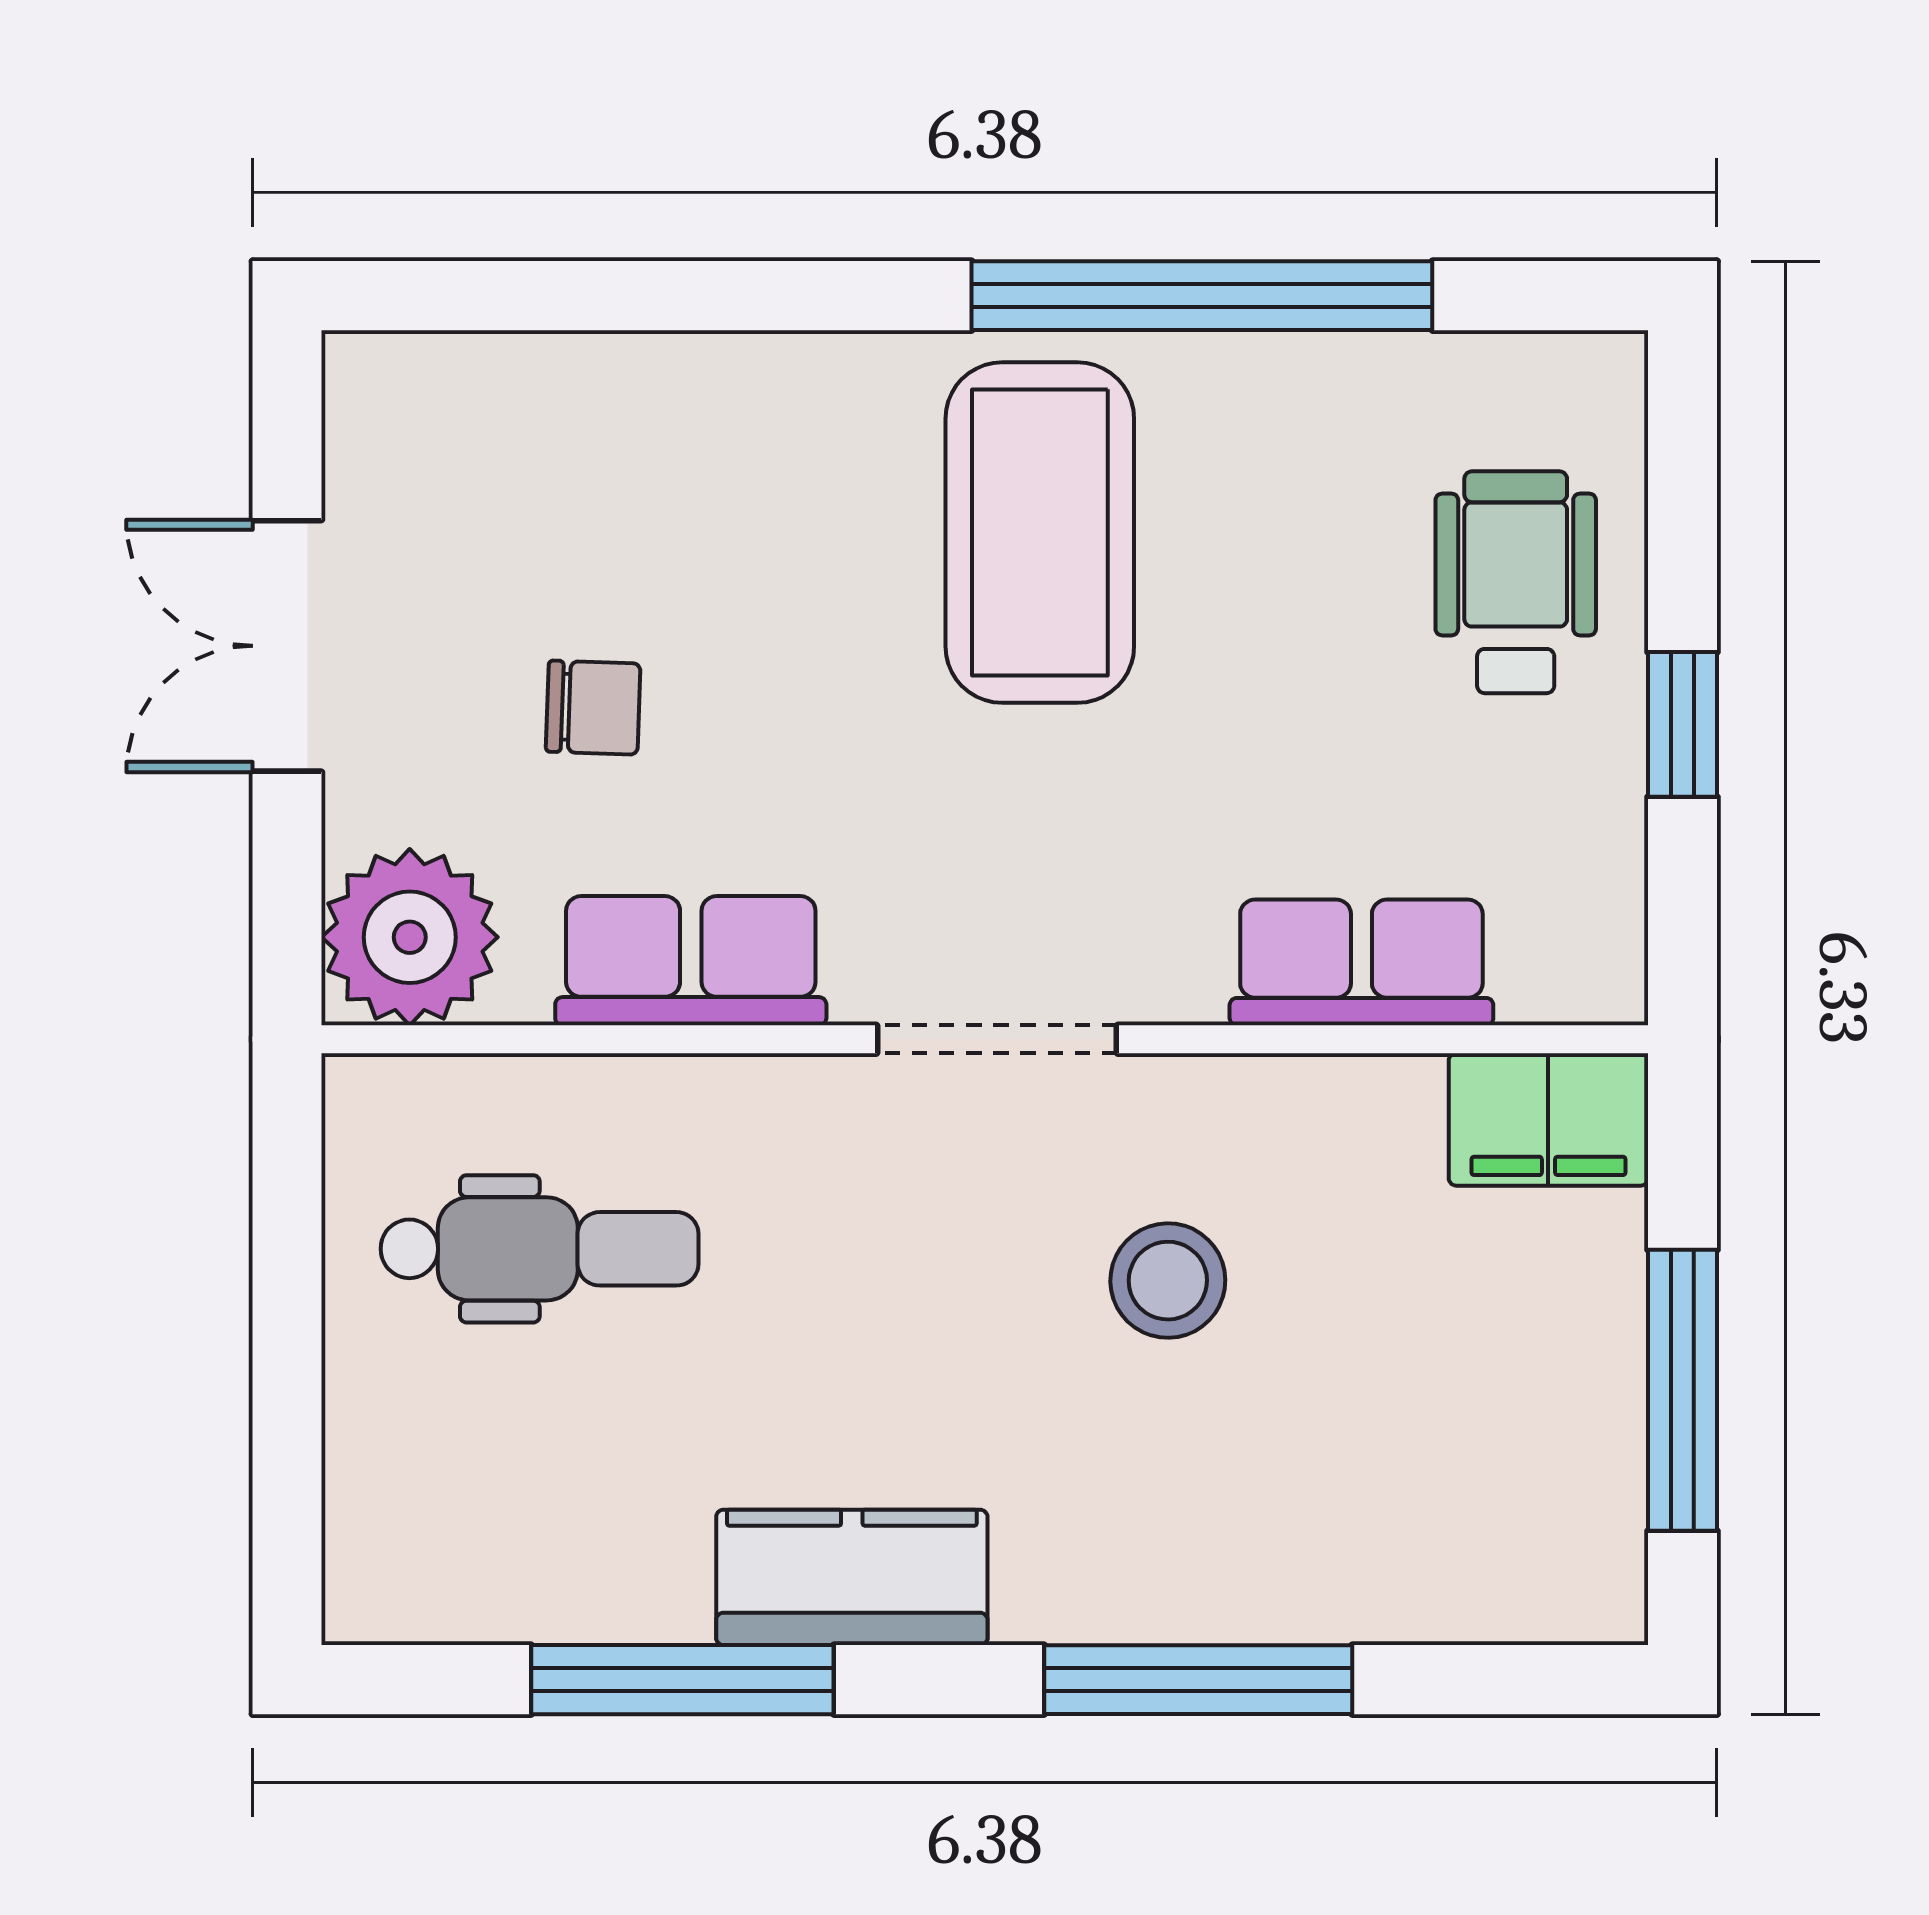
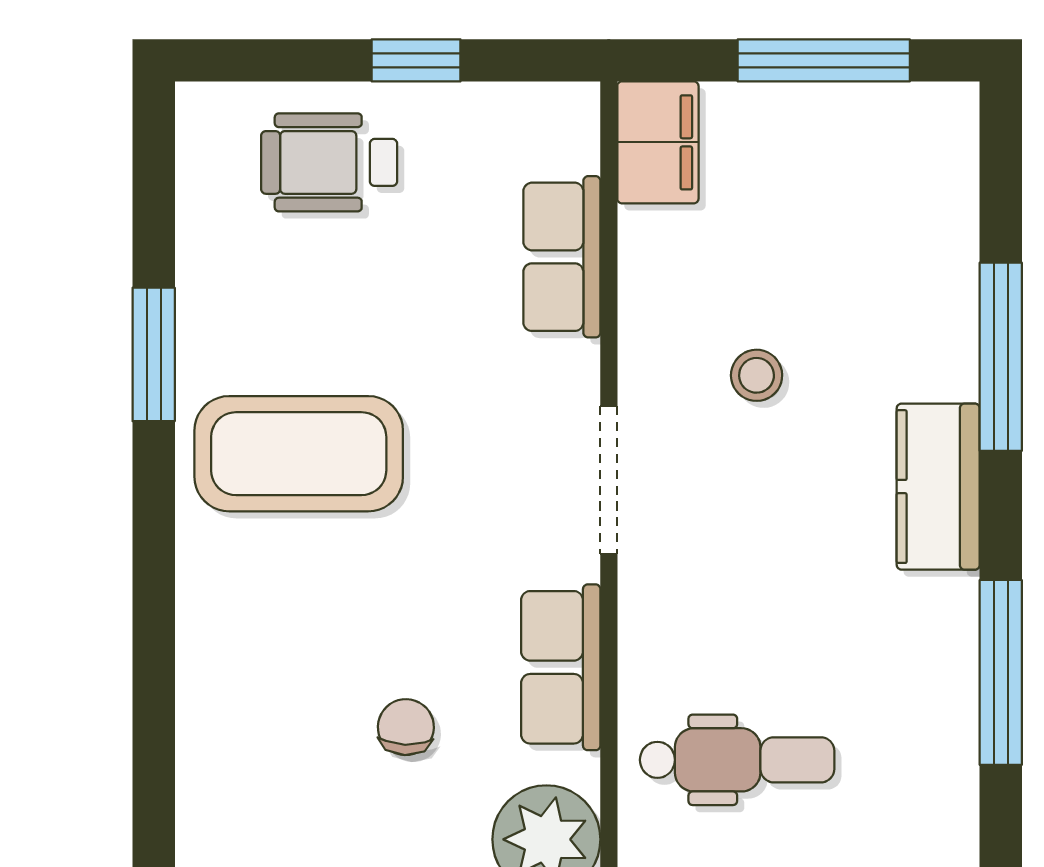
window: (1202, 296) -> (154, 354), width x0.47
dental chair: (540, 1249) -> (737, 760), turned 90
stool: (1168, 1281) -> (757, 375), width x0.73, depth x0.73
kitchen counter: (852, 1577) -> (938, 487), moved

